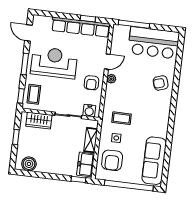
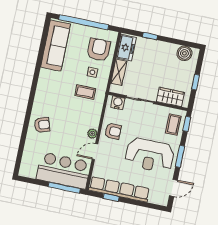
door: (28, 33) -> (173, 188), hinge flipped
bar counter: (154, 43) -> (64, 171), moved
armchair: (91, 83) -> (113, 131), turned 90
window: (78, 179) -> (150, 36), moved

